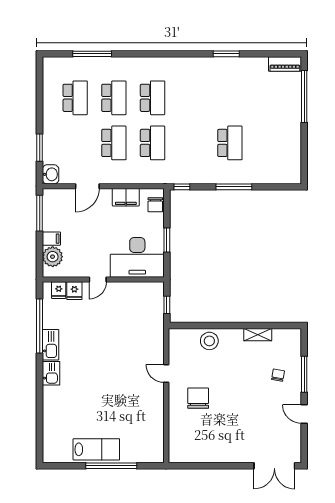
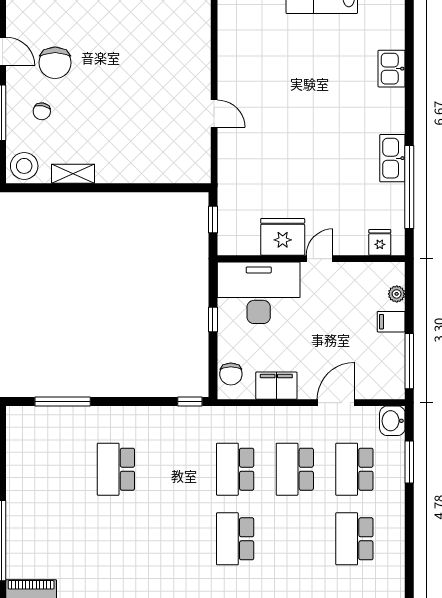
school desk: (114, 98) -> (354, 469), moved
window: (234, 187) -> (63, 401), moved
chair: (155, 205) -> (231, 374), turned 180
window: (167, 240) -> (213, 319), width x0.67
plant: (53, 257) -> (397, 294), width x0.53, depth x0.53
fridge: (74, 291) -> (283, 237), moved, width x1.88, depth x1.34
stool: (209, 341) -> (24, 166), moved
kitchen sink: (51, 373) -> (392, 69), moved
chair: (198, 398) -> (55, 63), moved

